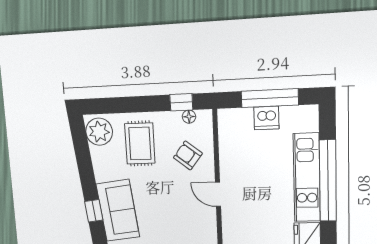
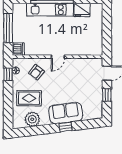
dishwasher: (266, 118) -> (18, 49), moved
plant: (99, 132) -> (32, 119), moved

